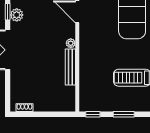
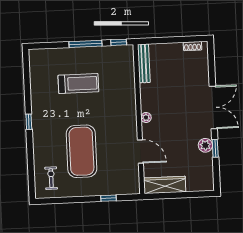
bench: (70, 67) -> (144, 63), moved
window: (124, 114) -> (85, 44), width x1.44

